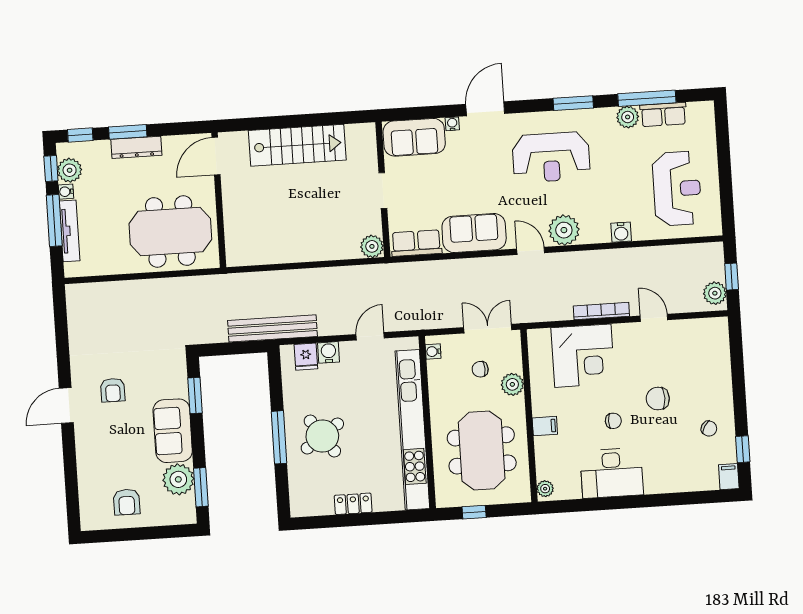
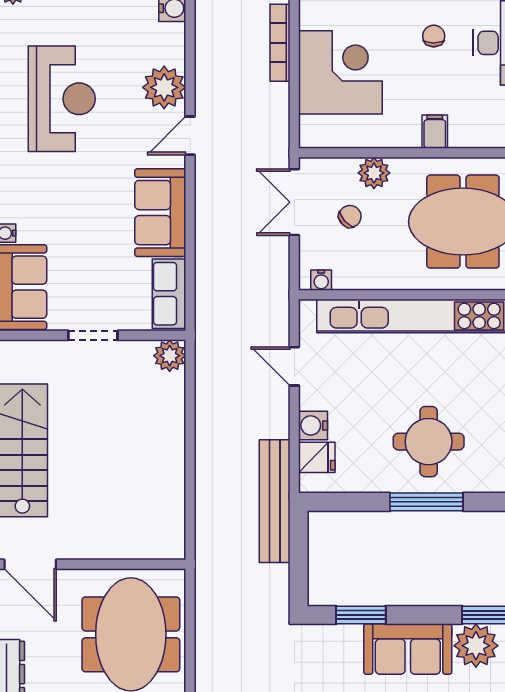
chair: (480, 369) -> (350, 216), turned -129
round table: (322, 436) -> (429, 442), turned 35

